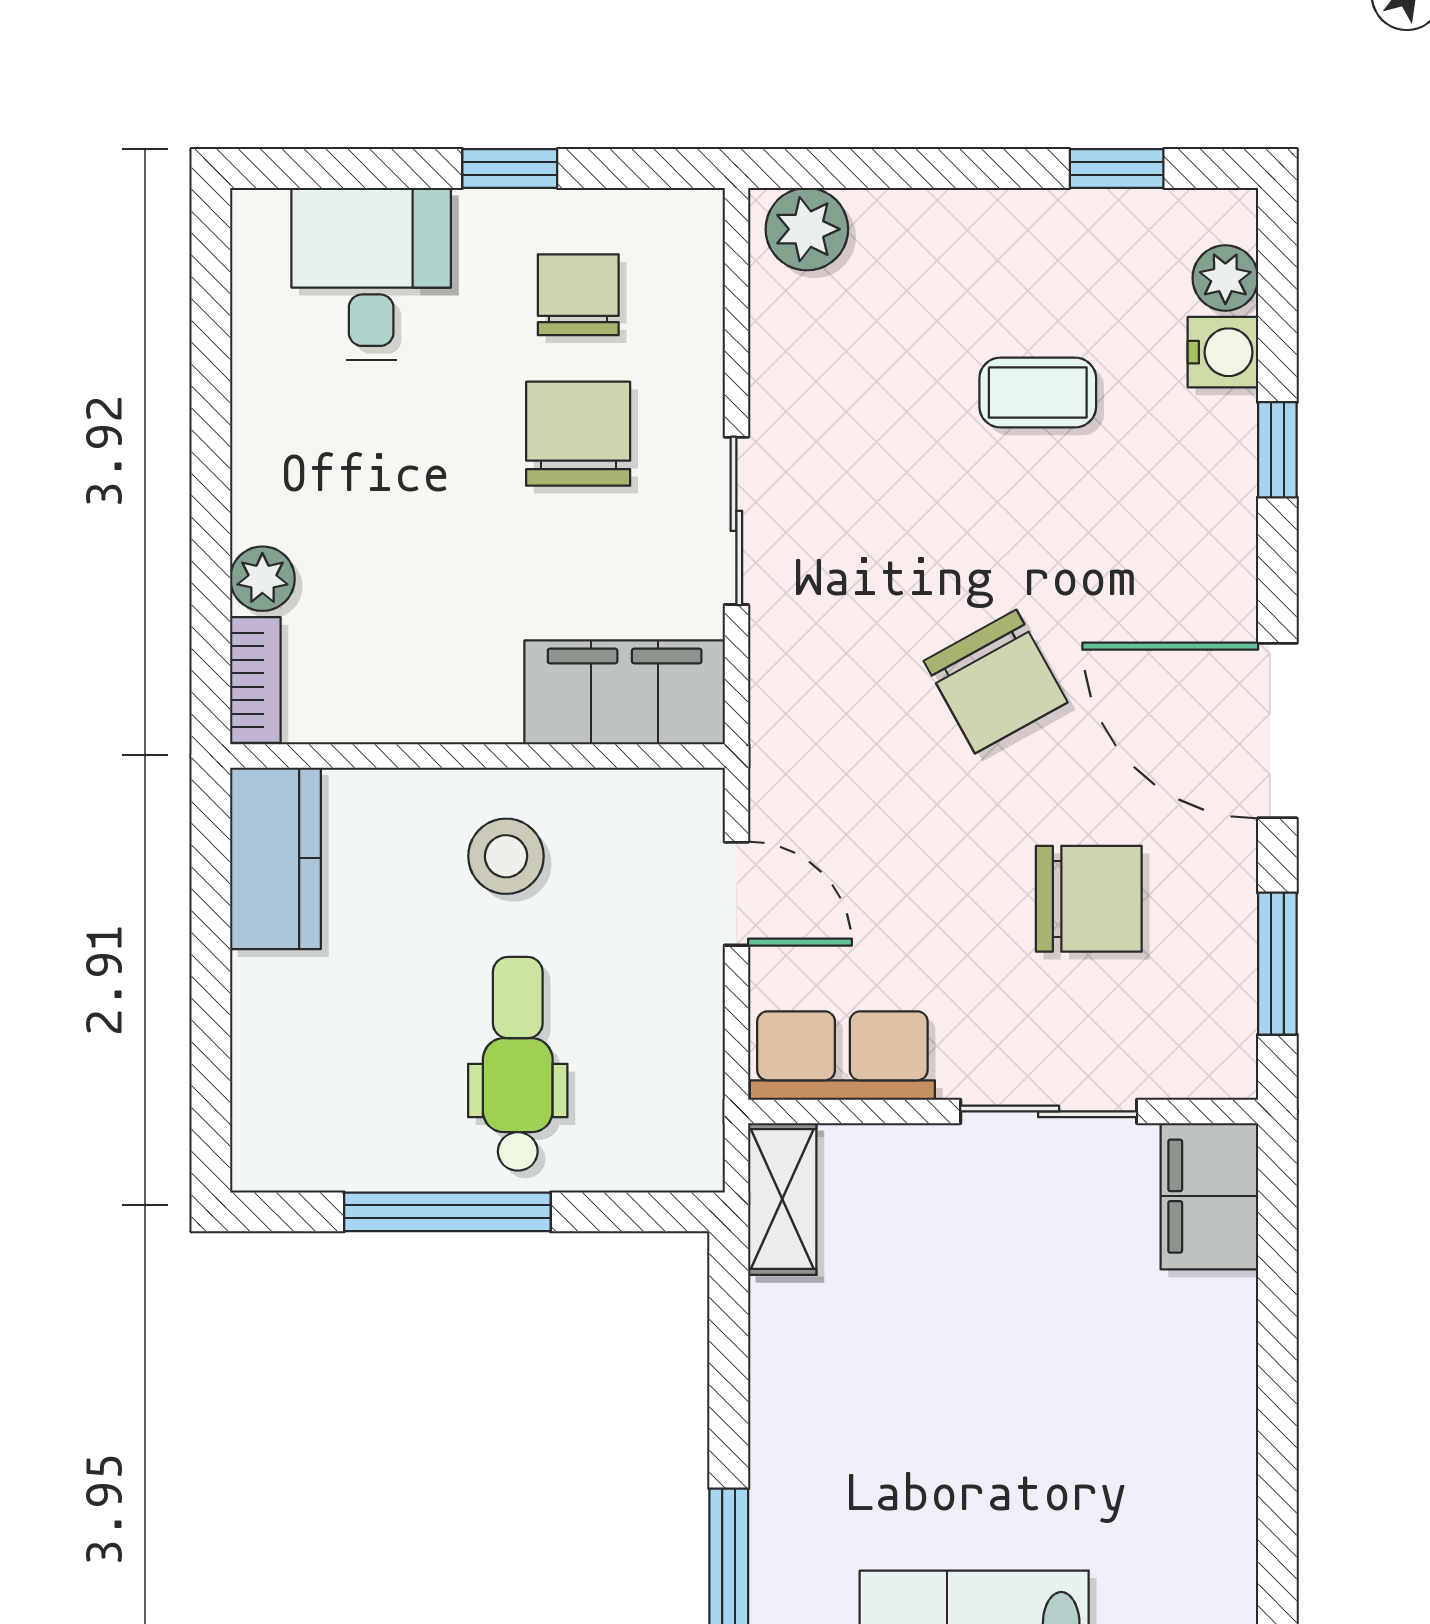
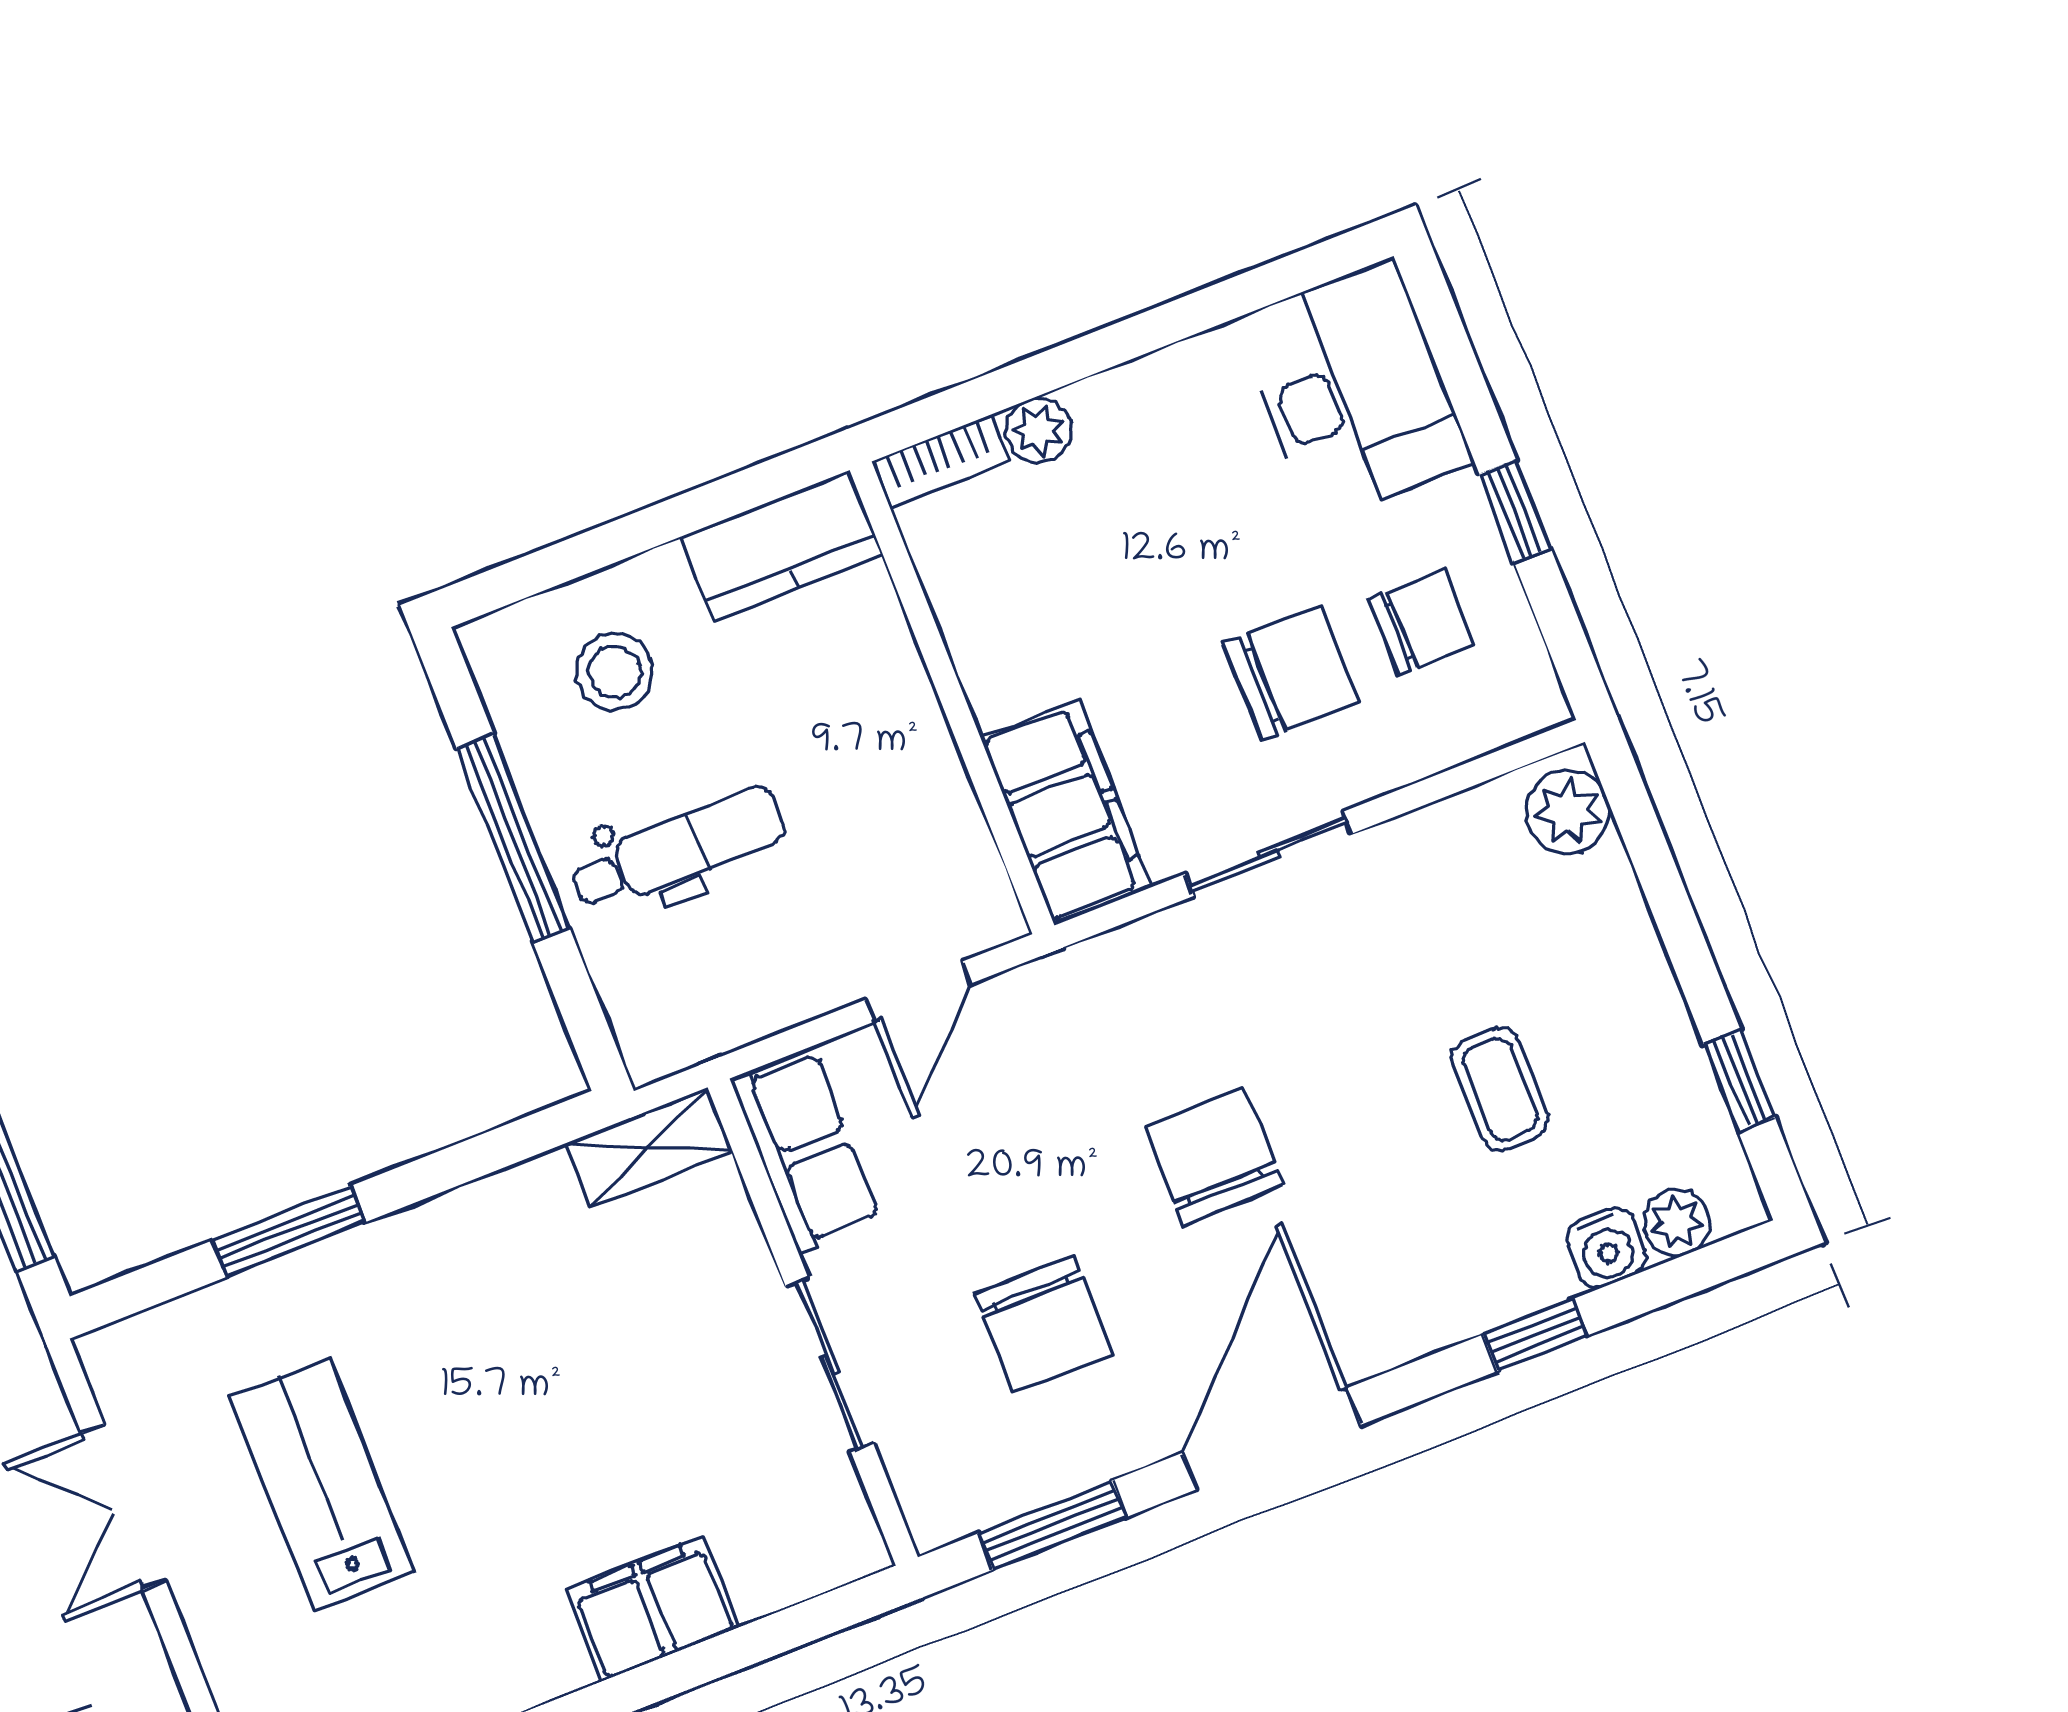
desk: (371, 274) -> (1354, 392), width x1.37
chair: (996, 682) -> (1213, 1156), turned 119
stool: (506, 856) -> (614, 672), moved
filing cabinet: (1209, 1196) -> (653, 1609), moved

